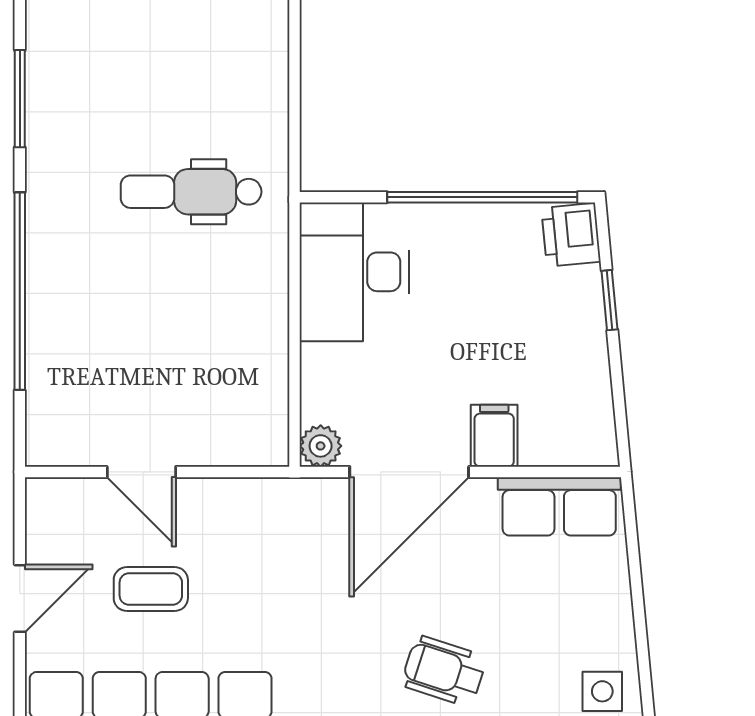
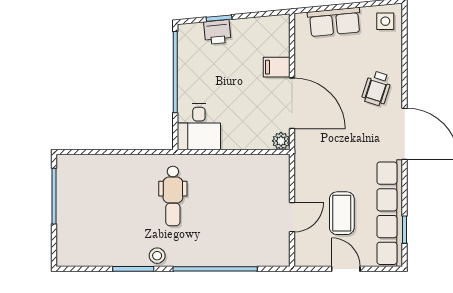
stool: (51, 155) -> (157, 256), added
printer: (571, 235) -> (217, 32), moved
desk: (354, 272) -> (199, 127), width x0.73
row of seats: (559, 506) -> (334, 22), moved, turned 85
coffee table: (151, 589) -> (342, 213), width x1.36, depth x1.30

